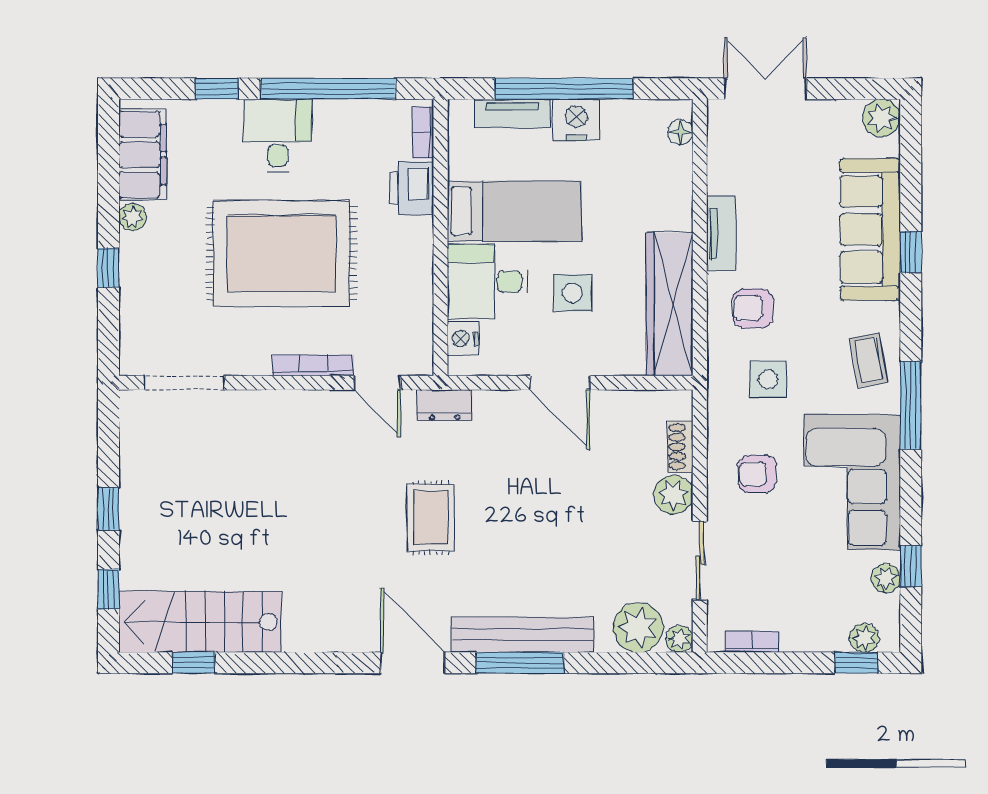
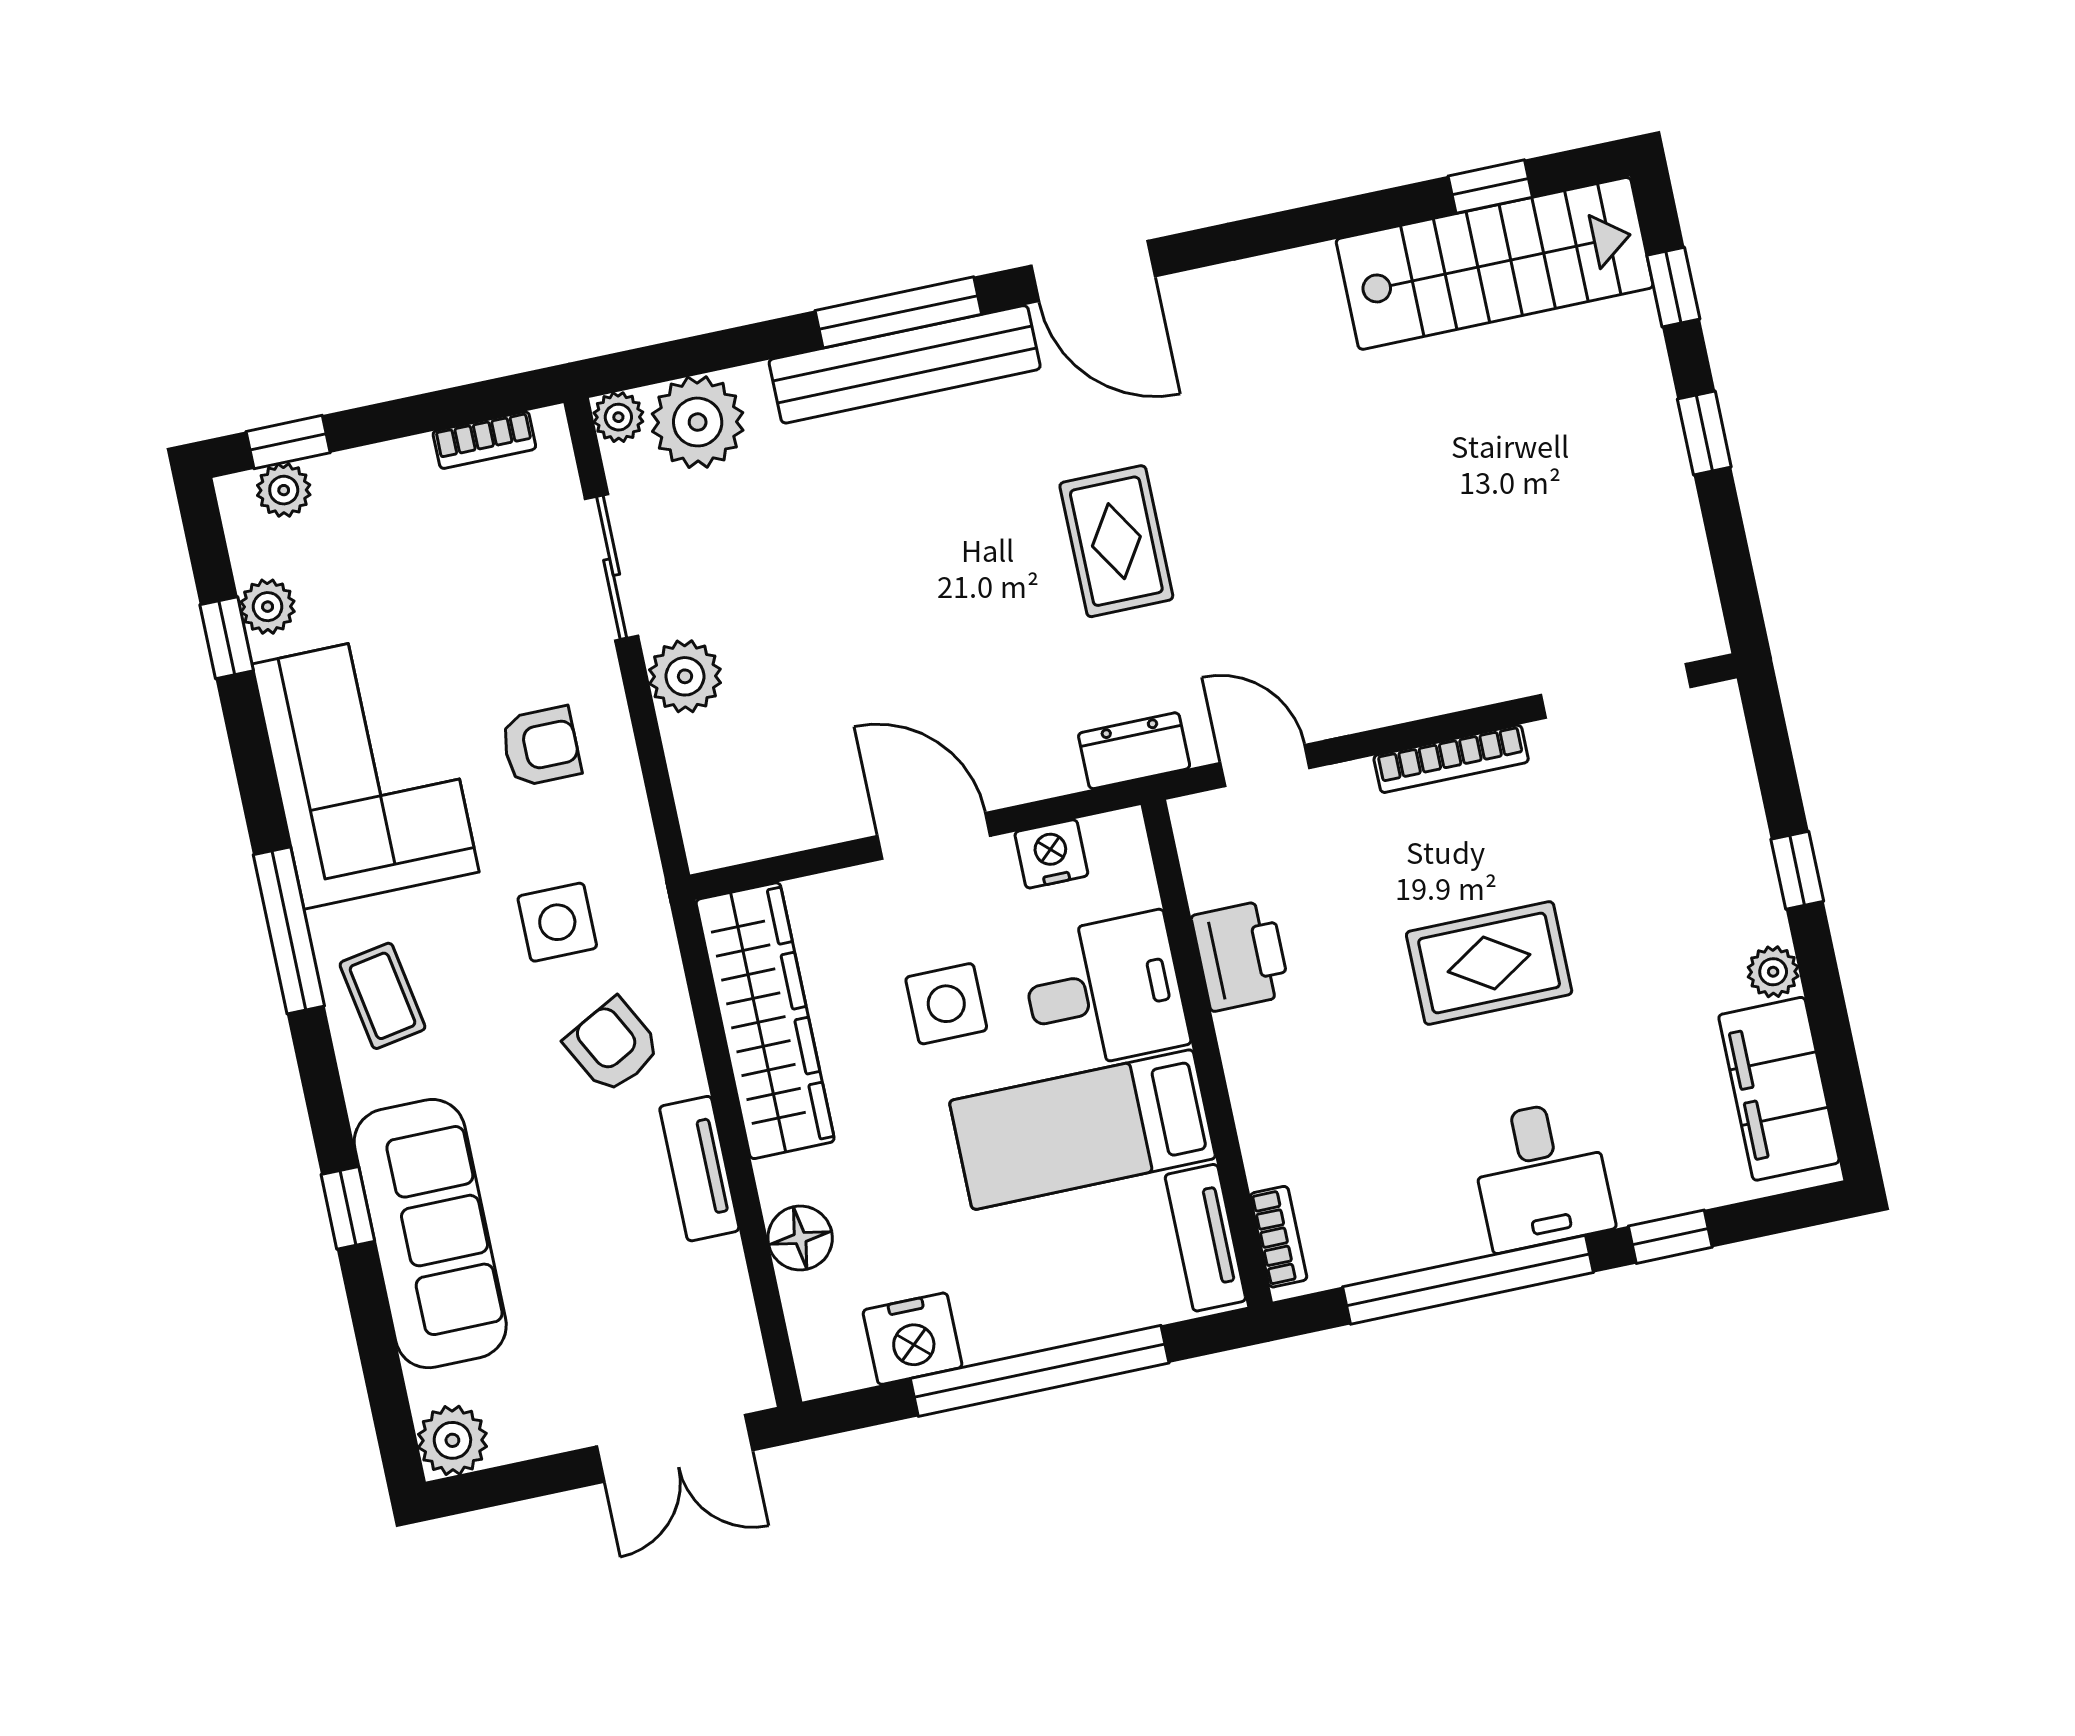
tv unit: (512, 114) -> (1205, 1238), moved, turned -90
nightstand: (576, 120) -> (913, 1339), moved
floor lamp: (680, 132) -> (800, 1238), moved, width x1.37, depth x1.37
printer: (411, 188) -> (1241, 955), moved
rug: (281, 253) -> (1489, 963), width x0.54, depth x0.49
armchair: (753, 308) -> (613, 1046), turned -118
nightstand: (463, 339) -> (1051, 854), moved, turned -90
bookcase: (313, 365) -> (1451, 759), moved
shoe rack: (680, 447) -> (691, 766), removed

